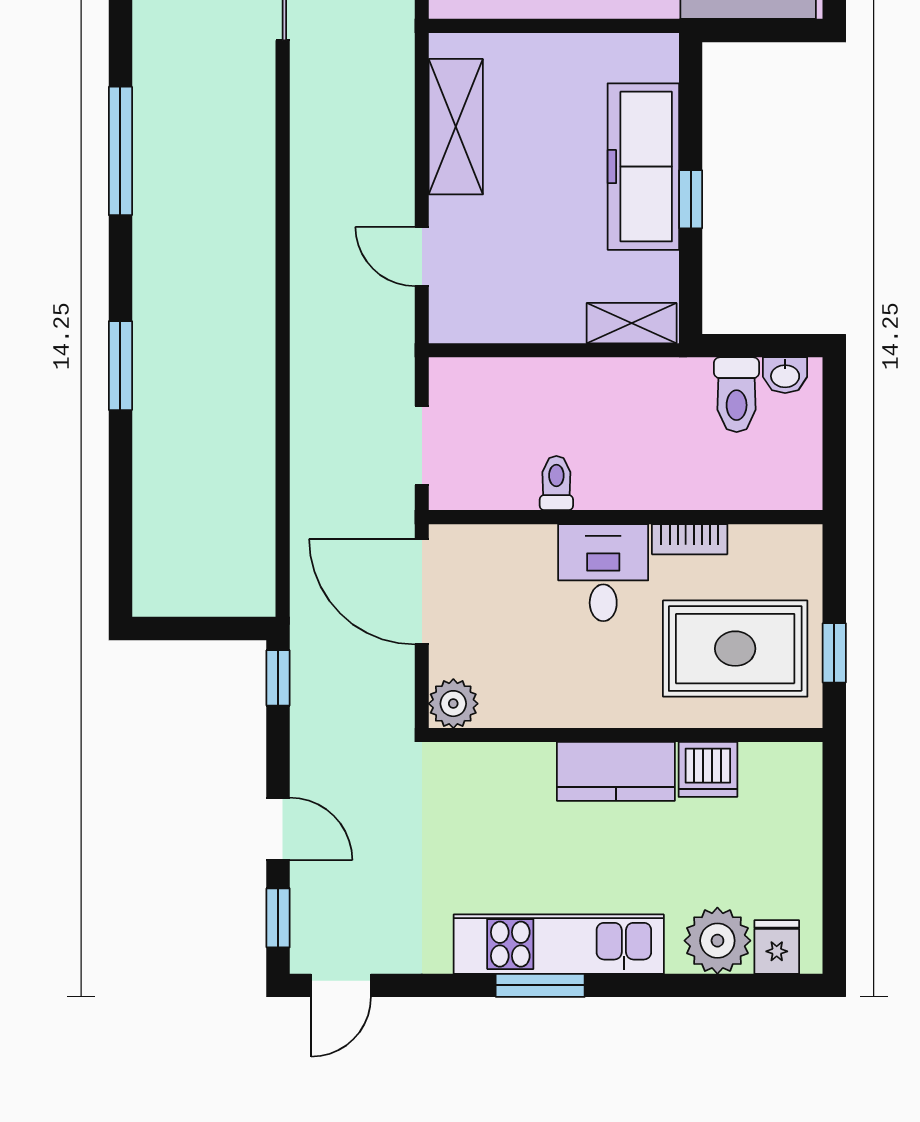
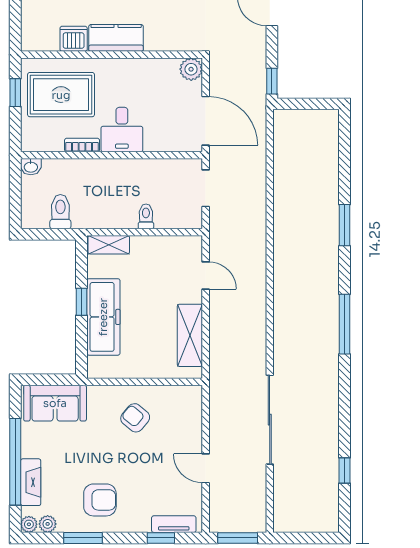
washbasin: (785, 375) -> (31, 167), moved, turned 180
toilet: (556, 483) -> (146, 216), moved, turned 180

